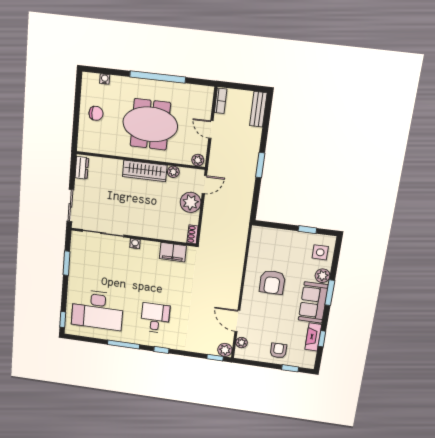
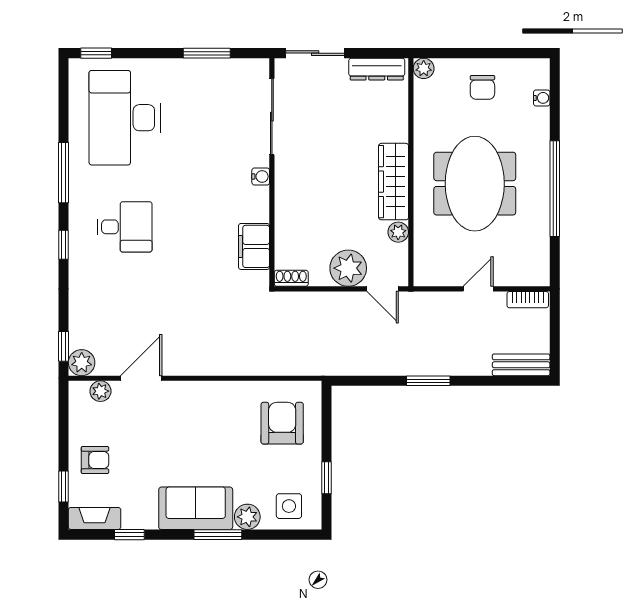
plant: (198, 160) -> (424, 68), moved
dresser: (82, 168) -> (377, 69), width x1.44
armchair: (272, 282) -> (282, 423), moved, turned 90
fireplace: (313, 337) -> (95, 518), moved

